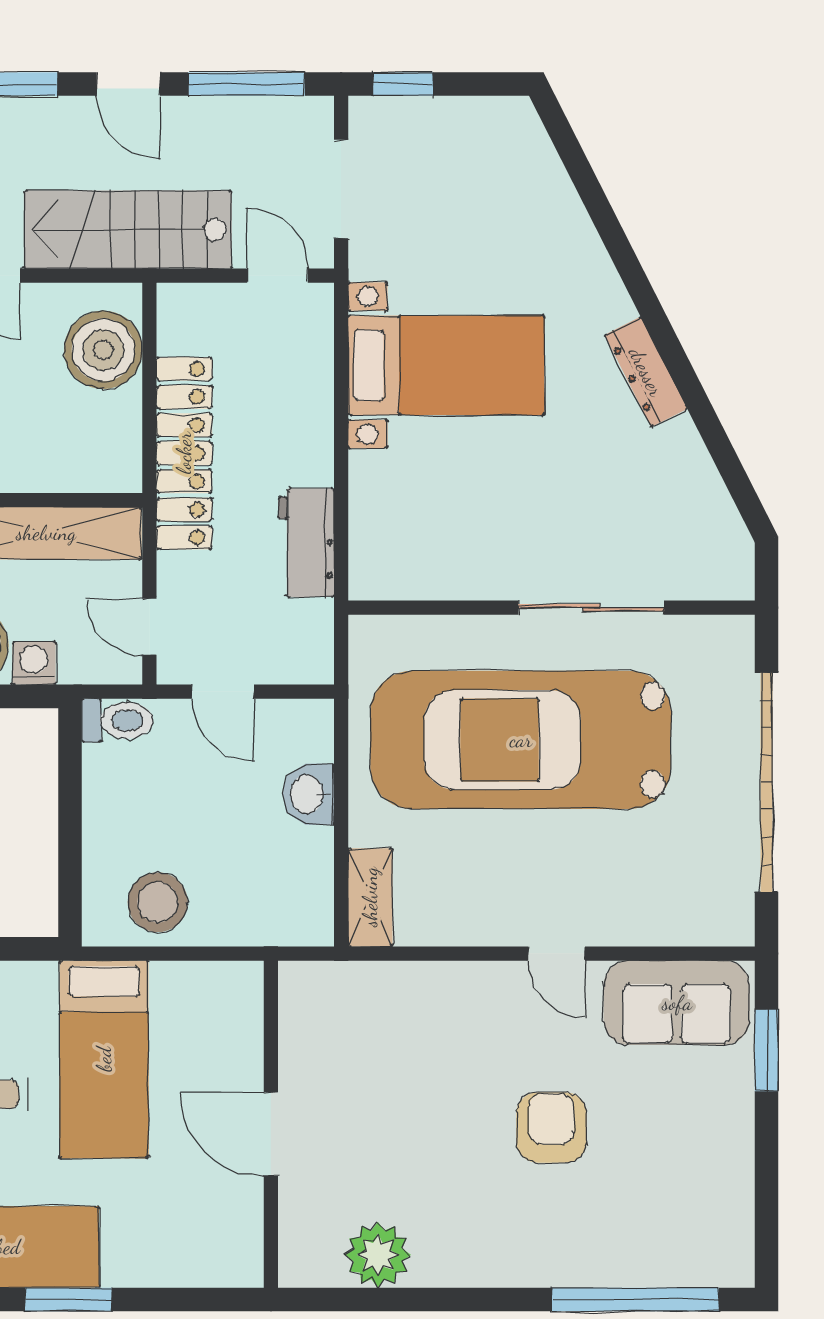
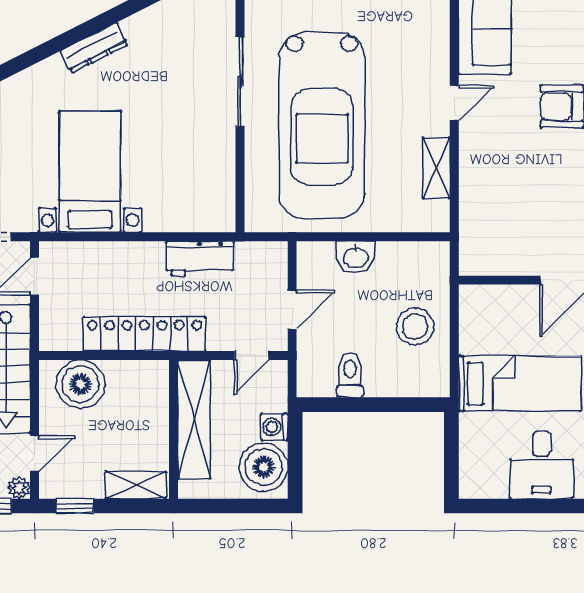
toilet: (117, 720) -> (350, 375), moved
shelving: (370, 897) -> (436, 168), moved, turned 90
stool: (158, 902) -> (415, 327), moved

